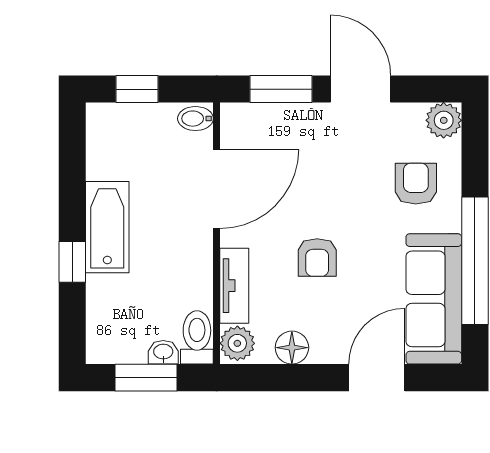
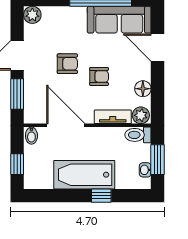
armchair: (416, 184) -> (67, 64), moved, turned 180
bathtub: (107, 227) -> (84, 175), width x1.36, depth x1.36
washbasin: (163, 352) -> (145, 170), moved

